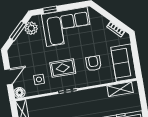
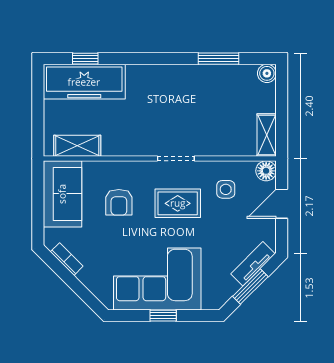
window: (50, 10) -> (163, 316), moved
plant: (31, 28) -> (224, 287), removed
tv unit: (18, 43) -> (253, 264), added

